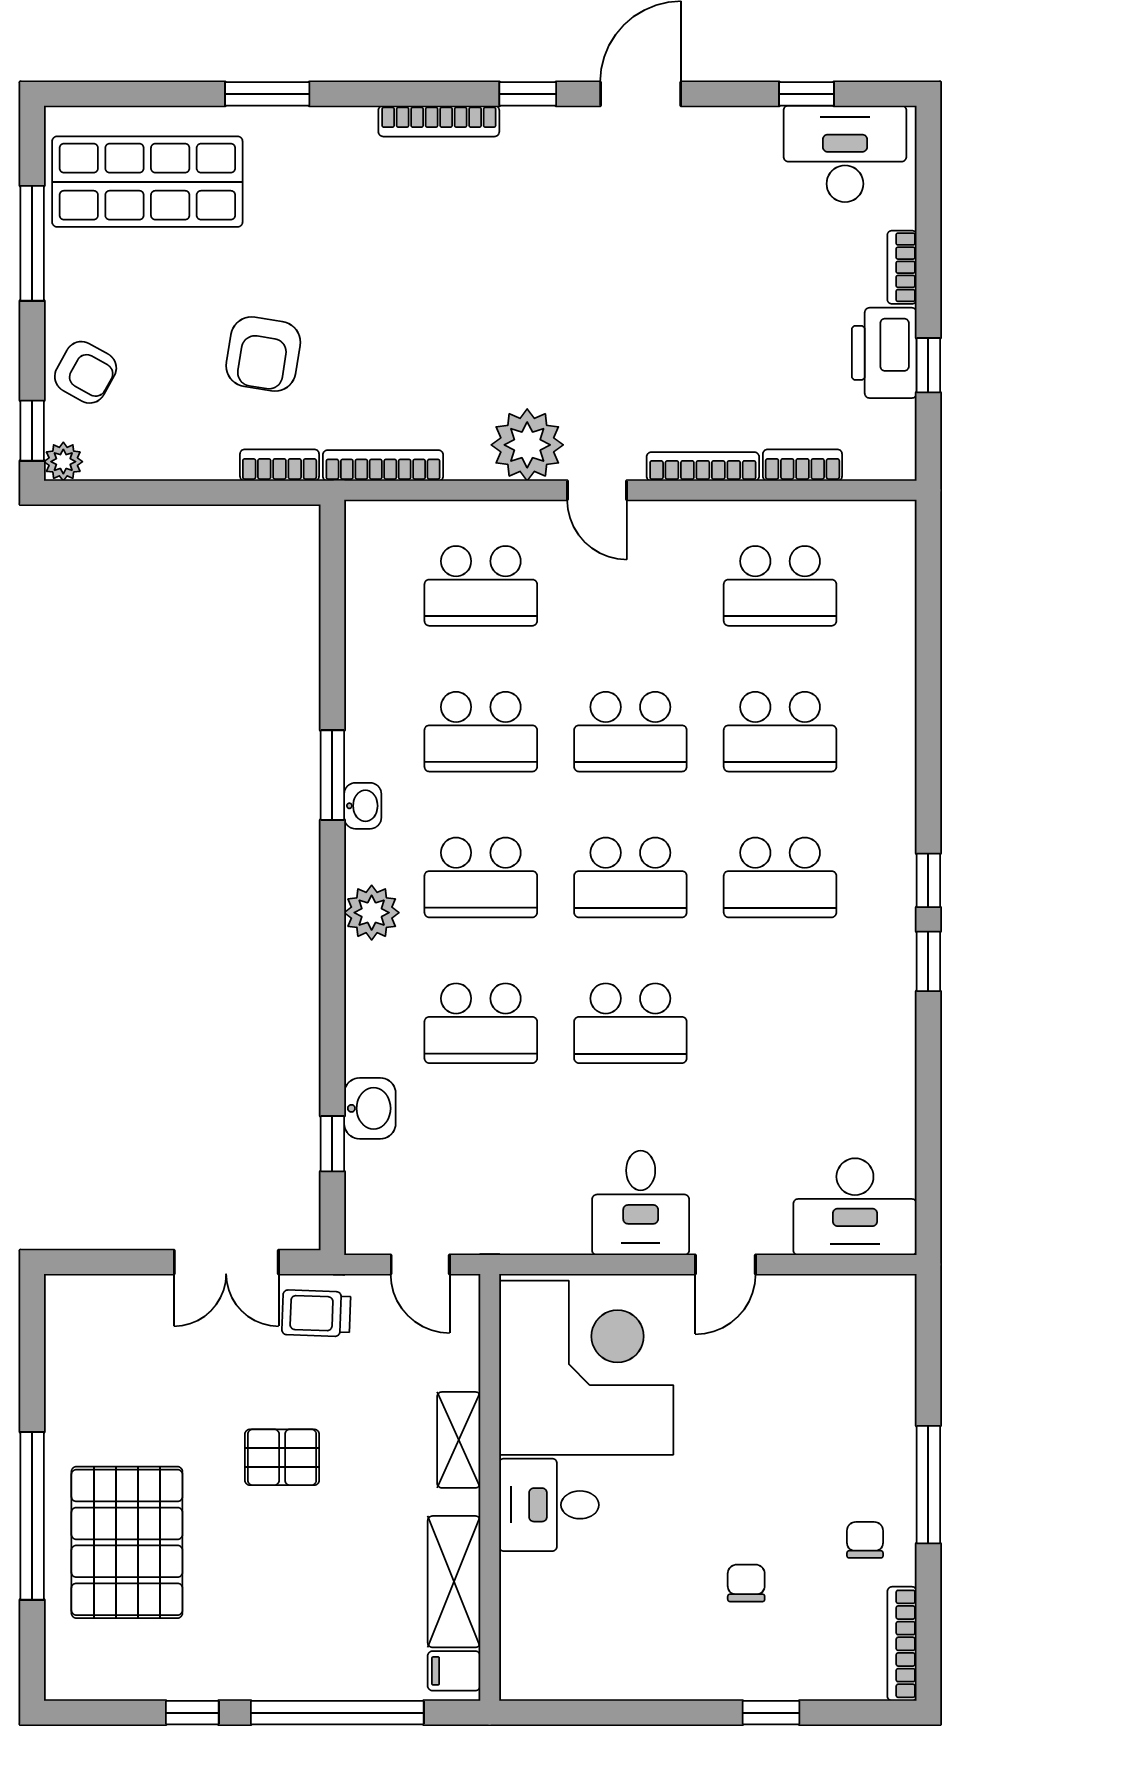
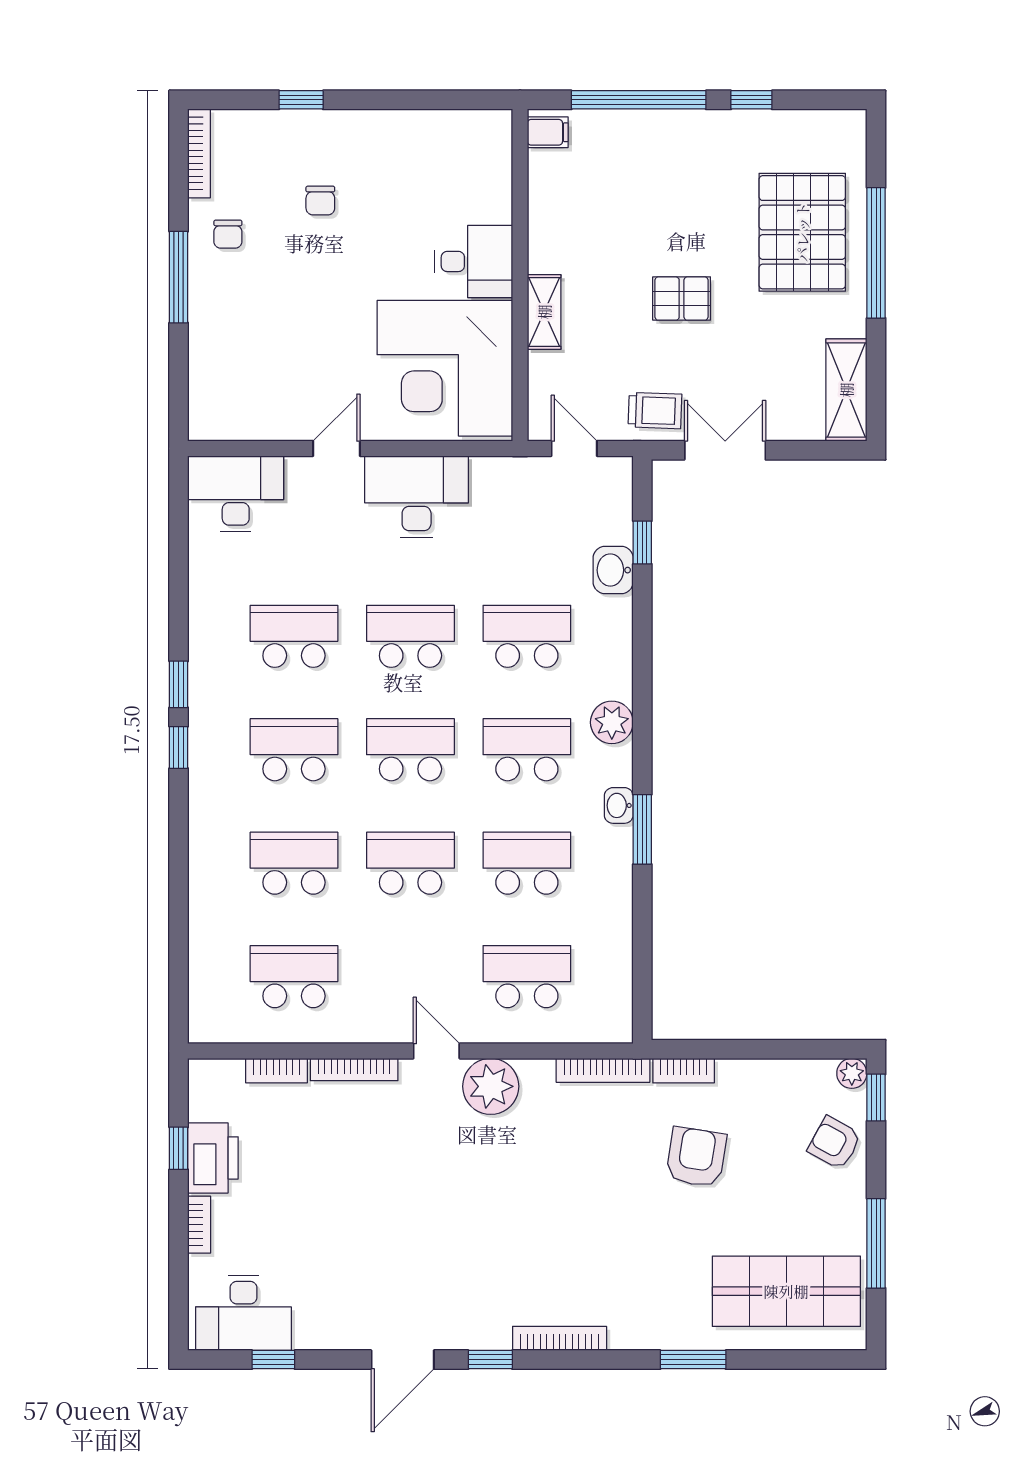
school desk: (780, 1023) -> (294, 636), added
desk: (641, 1203) -> (417, 496), width x1.37
shelving: (454, 1582) -> (846, 390), moved

